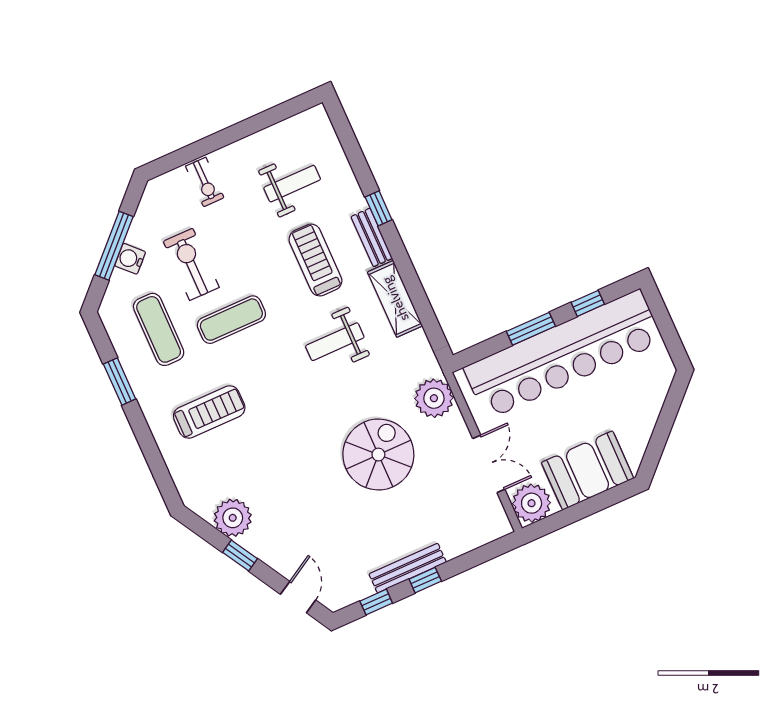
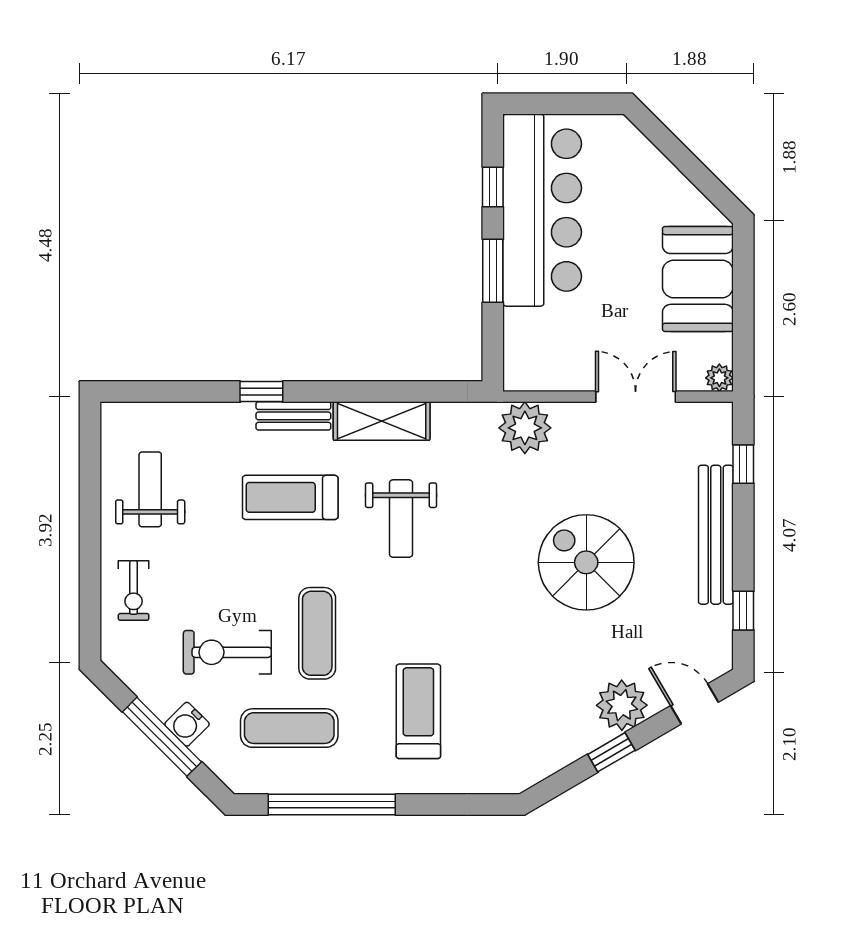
exercise bike: (205, 182) -> (134, 591), turned 90
weight bench: (292, 184) -> (150, 489), moved
bar counter: (563, 354) -> (542, 210), width x0.73
window: (120, 382) -> (332, 805), width x2.11
spiral stairs: (378, 455) -> (586, 562), moved
plant: (532, 503) -> (719, 378), width x0.53, depth x0.53
plant: (233, 518) -> (622, 705), moved
bench: (408, 568) -> (716, 535), width x1.37, depth x1.21
window: (425, 580) -> (743, 464), moved

